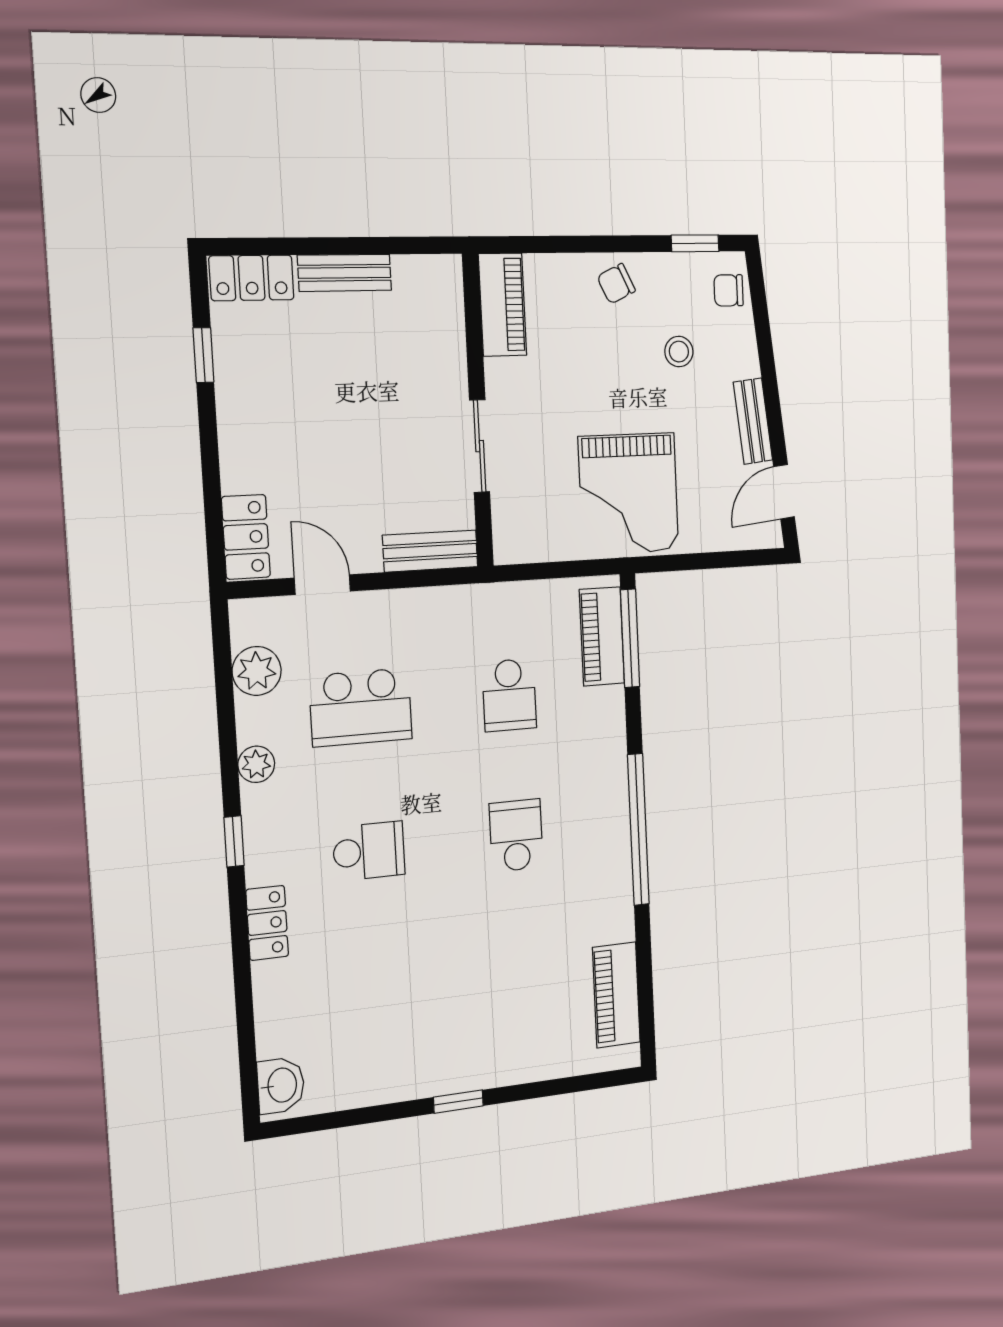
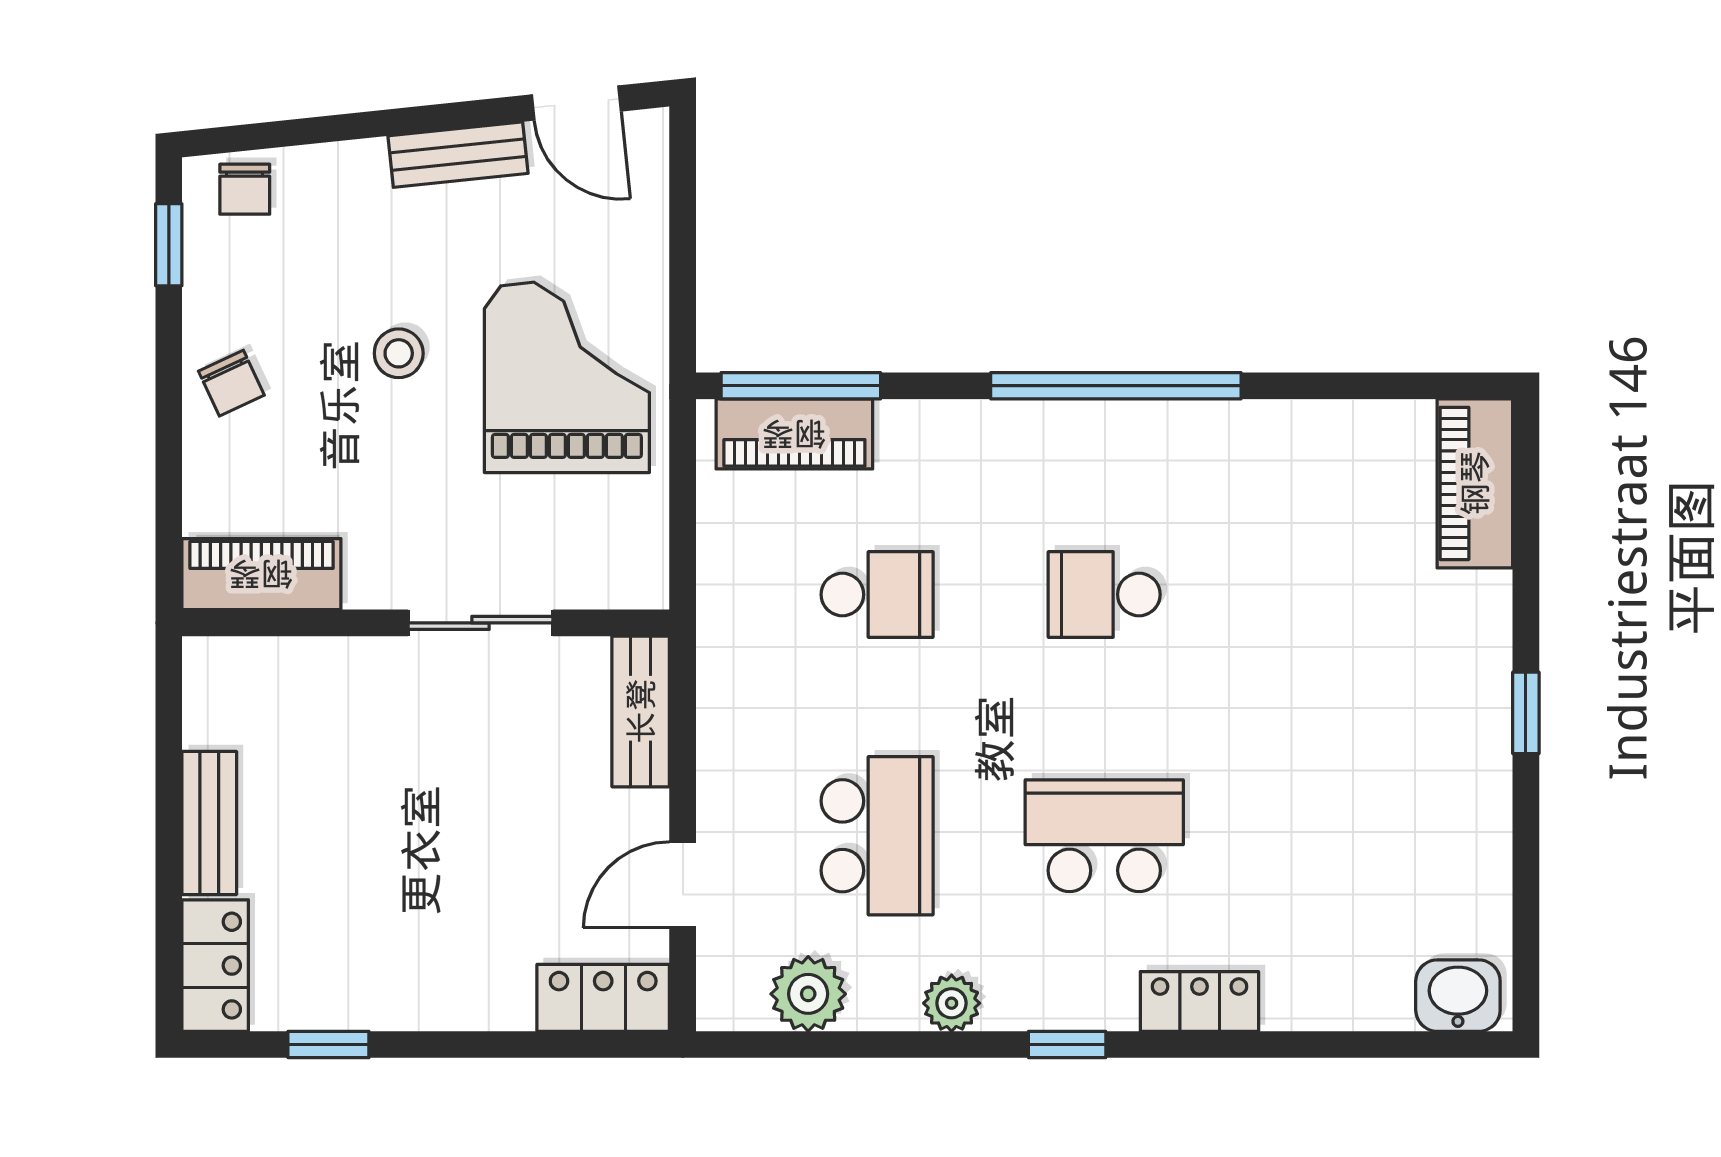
stool: (679, 352) -> (399, 353), moved
grand piano: (629, 494) -> (567, 377), turned -90
school desk: (369, 851) -> (1104, 836), width x1.85
piano: (616, 995) -> (1475, 483), moved, turned 90

